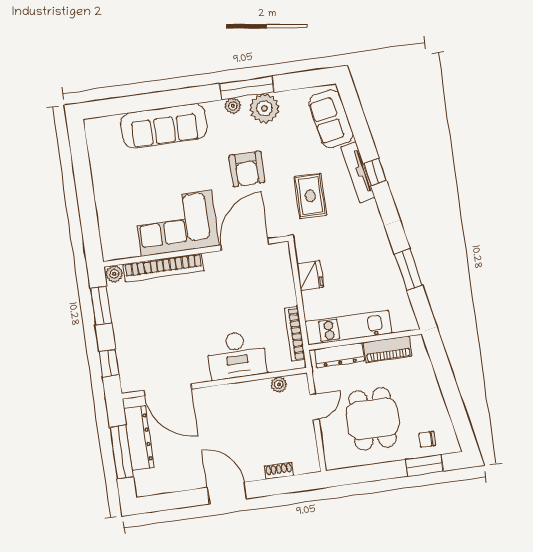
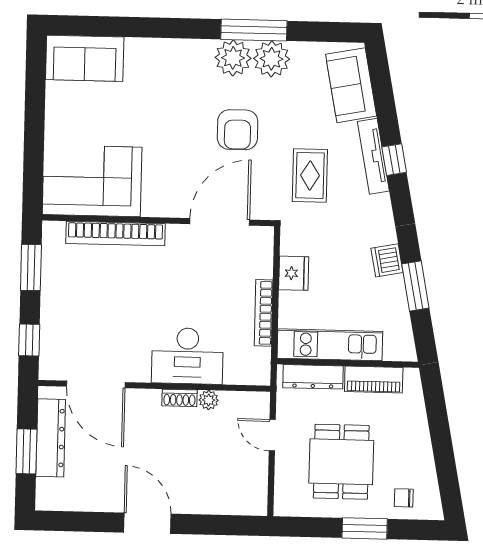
plant: (233, 106) -> (233, 58), width x1.87, depth x1.87
sofa: (164, 126) -> (85, 58), moved, width x0.73
corner sofa: (176, 223) -> (92, 181), moved
dishwasher: (382, 253) -> (387, 260), added
plant: (114, 274) -> (54, 231), removed
bookcase: (295, 334) -> (264, 313), moved
plant: (279, 385) -> (209, 400), moved
door: (314, 407) -> (272, 435), swing flipped
window: (122, 452) -> (26, 451), width x0.69
window: (424, 465) -> (365, 528), moved
shoe rack: (279, 471) -> (179, 398), moved, turned 180

